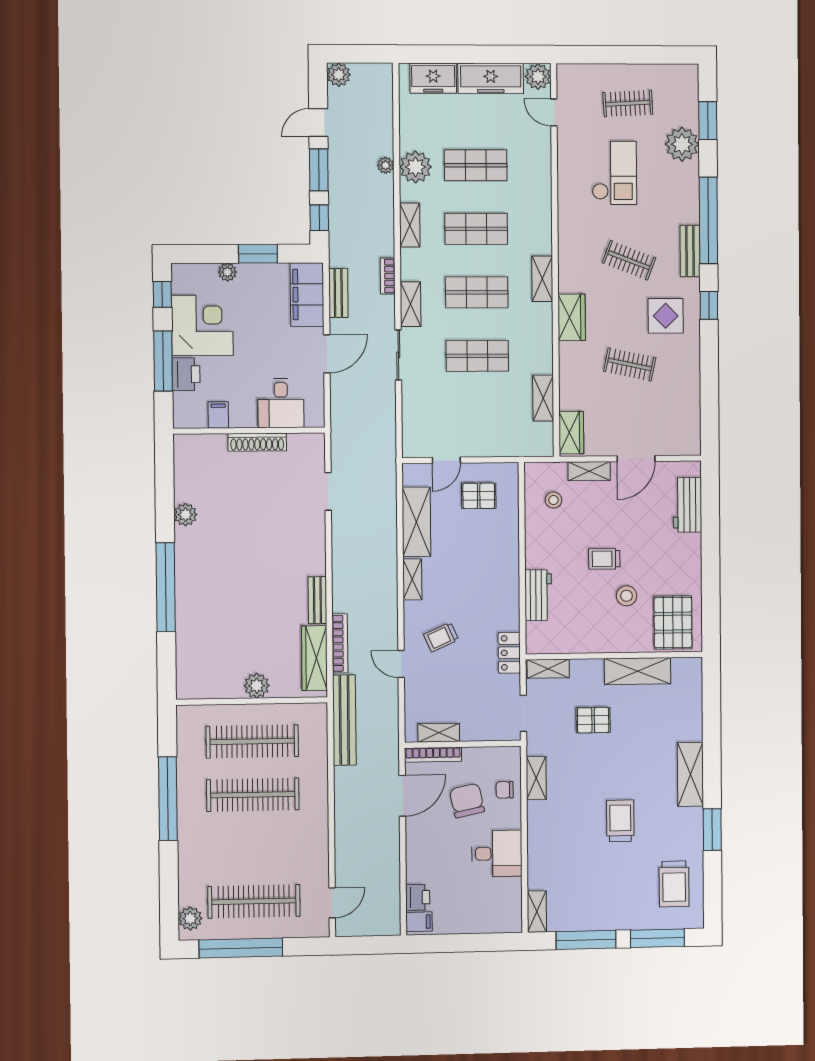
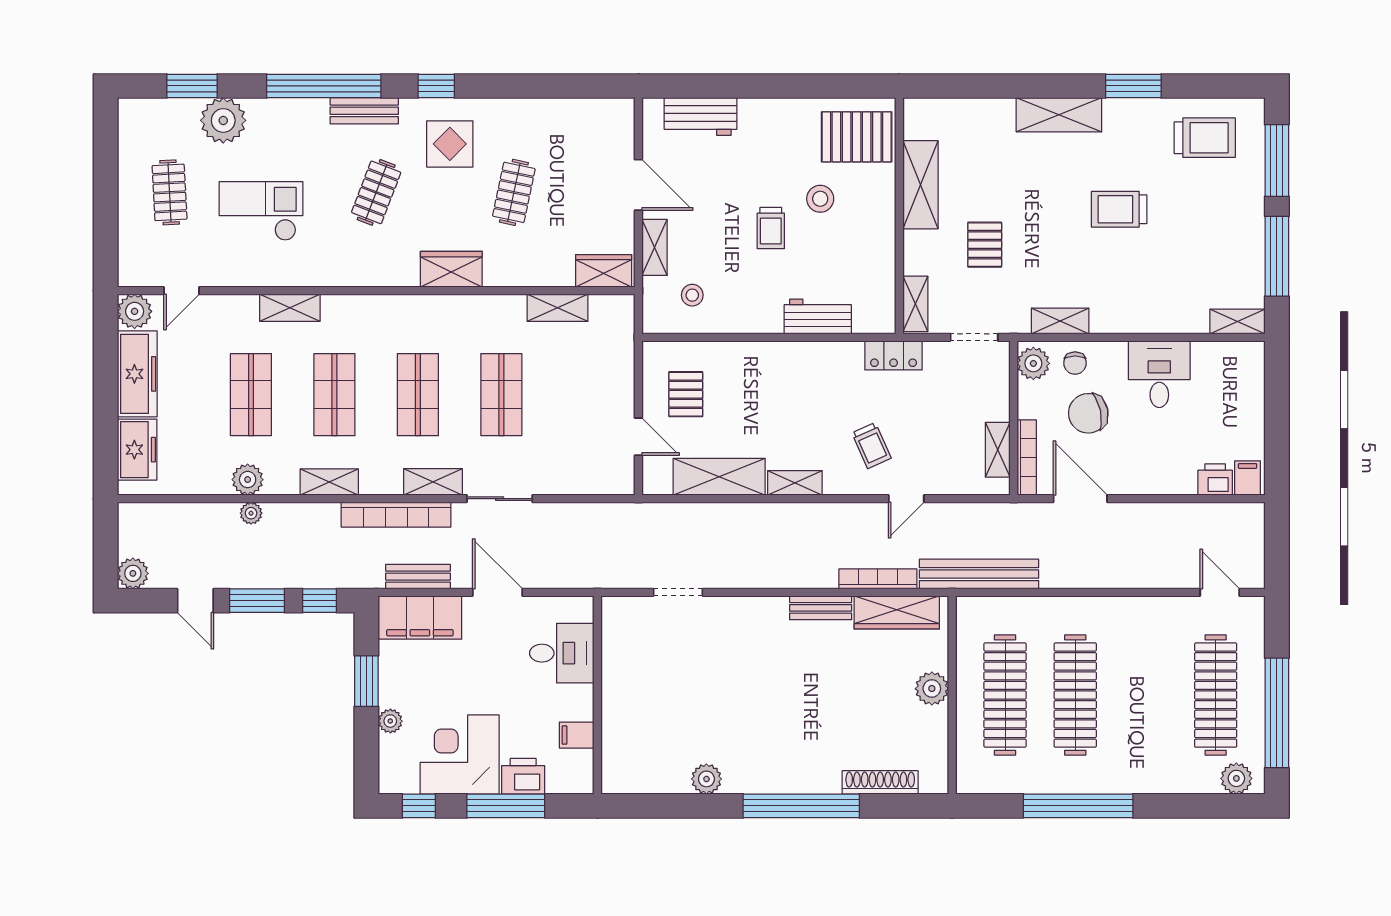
plant: (416, 167) -> (248, 480), width x0.73, depth x0.73
bookcase: (388, 276) -> (396, 515), width x2.31, depth x1.31
shelving: (542, 279) -> (290, 308), moved
shoe rack: (257, 442) -> (880, 782), moved, turned -90
plant: (504, 758) -> (1033, 363), added

